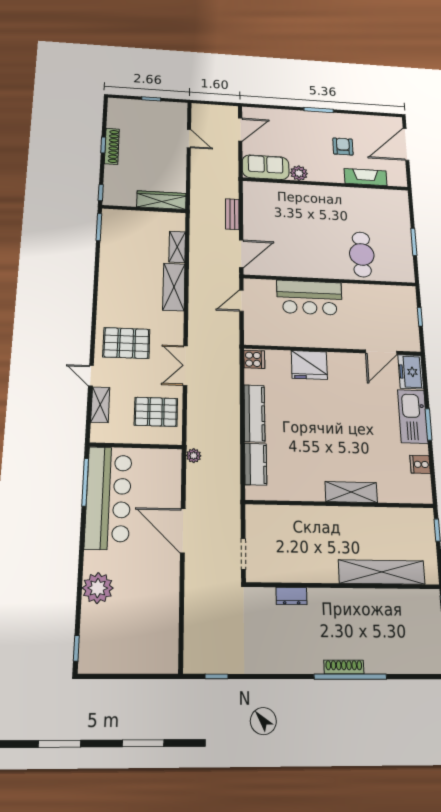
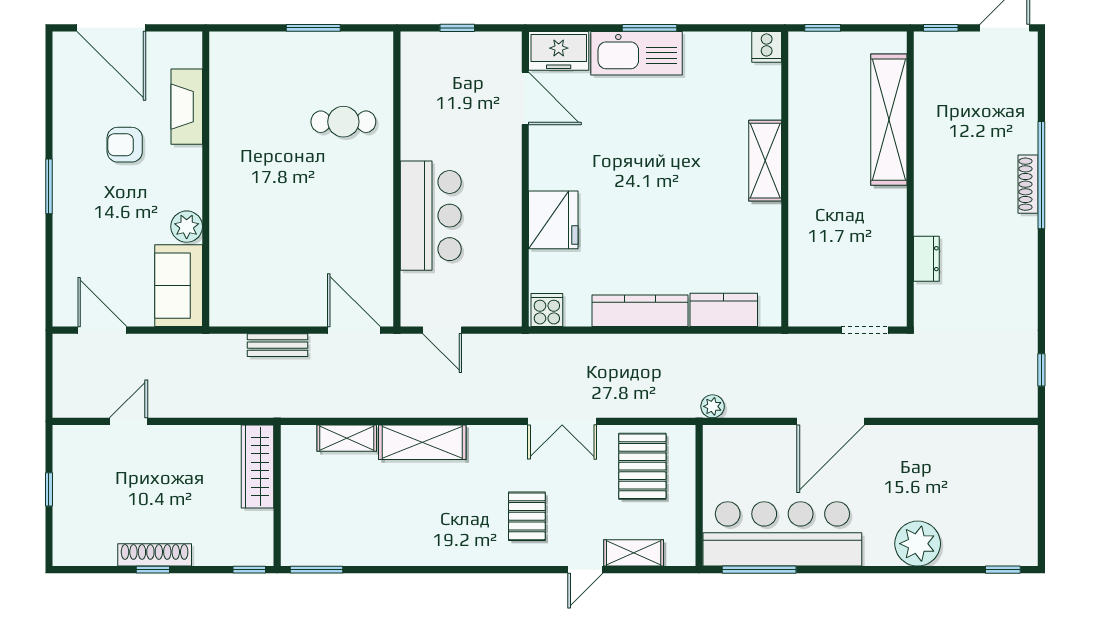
cafe table: (362, 254) -> (343, 122), width x0.73, depth x0.74
pallet: (126, 343) -> (527, 516), width x0.67, depth x0.71
cooker: (420, 464) -> (767, 47), moved

